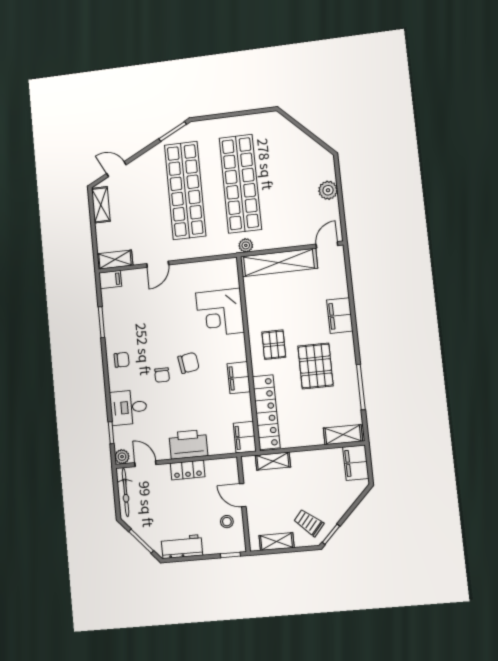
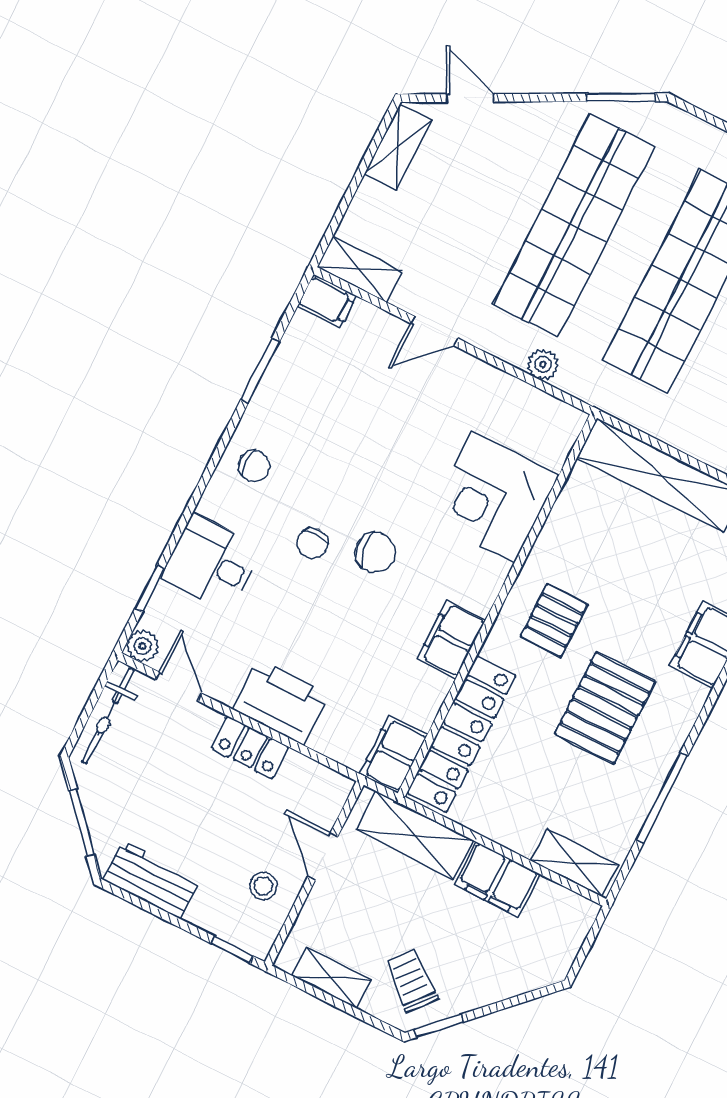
plant: (246, 245) -> (543, 365), moved
shelving: (273, 461) -> (415, 835), width x1.50, depth x1.33
filing cabinet: (356, 463) -> (497, 879), moved, turned -90

